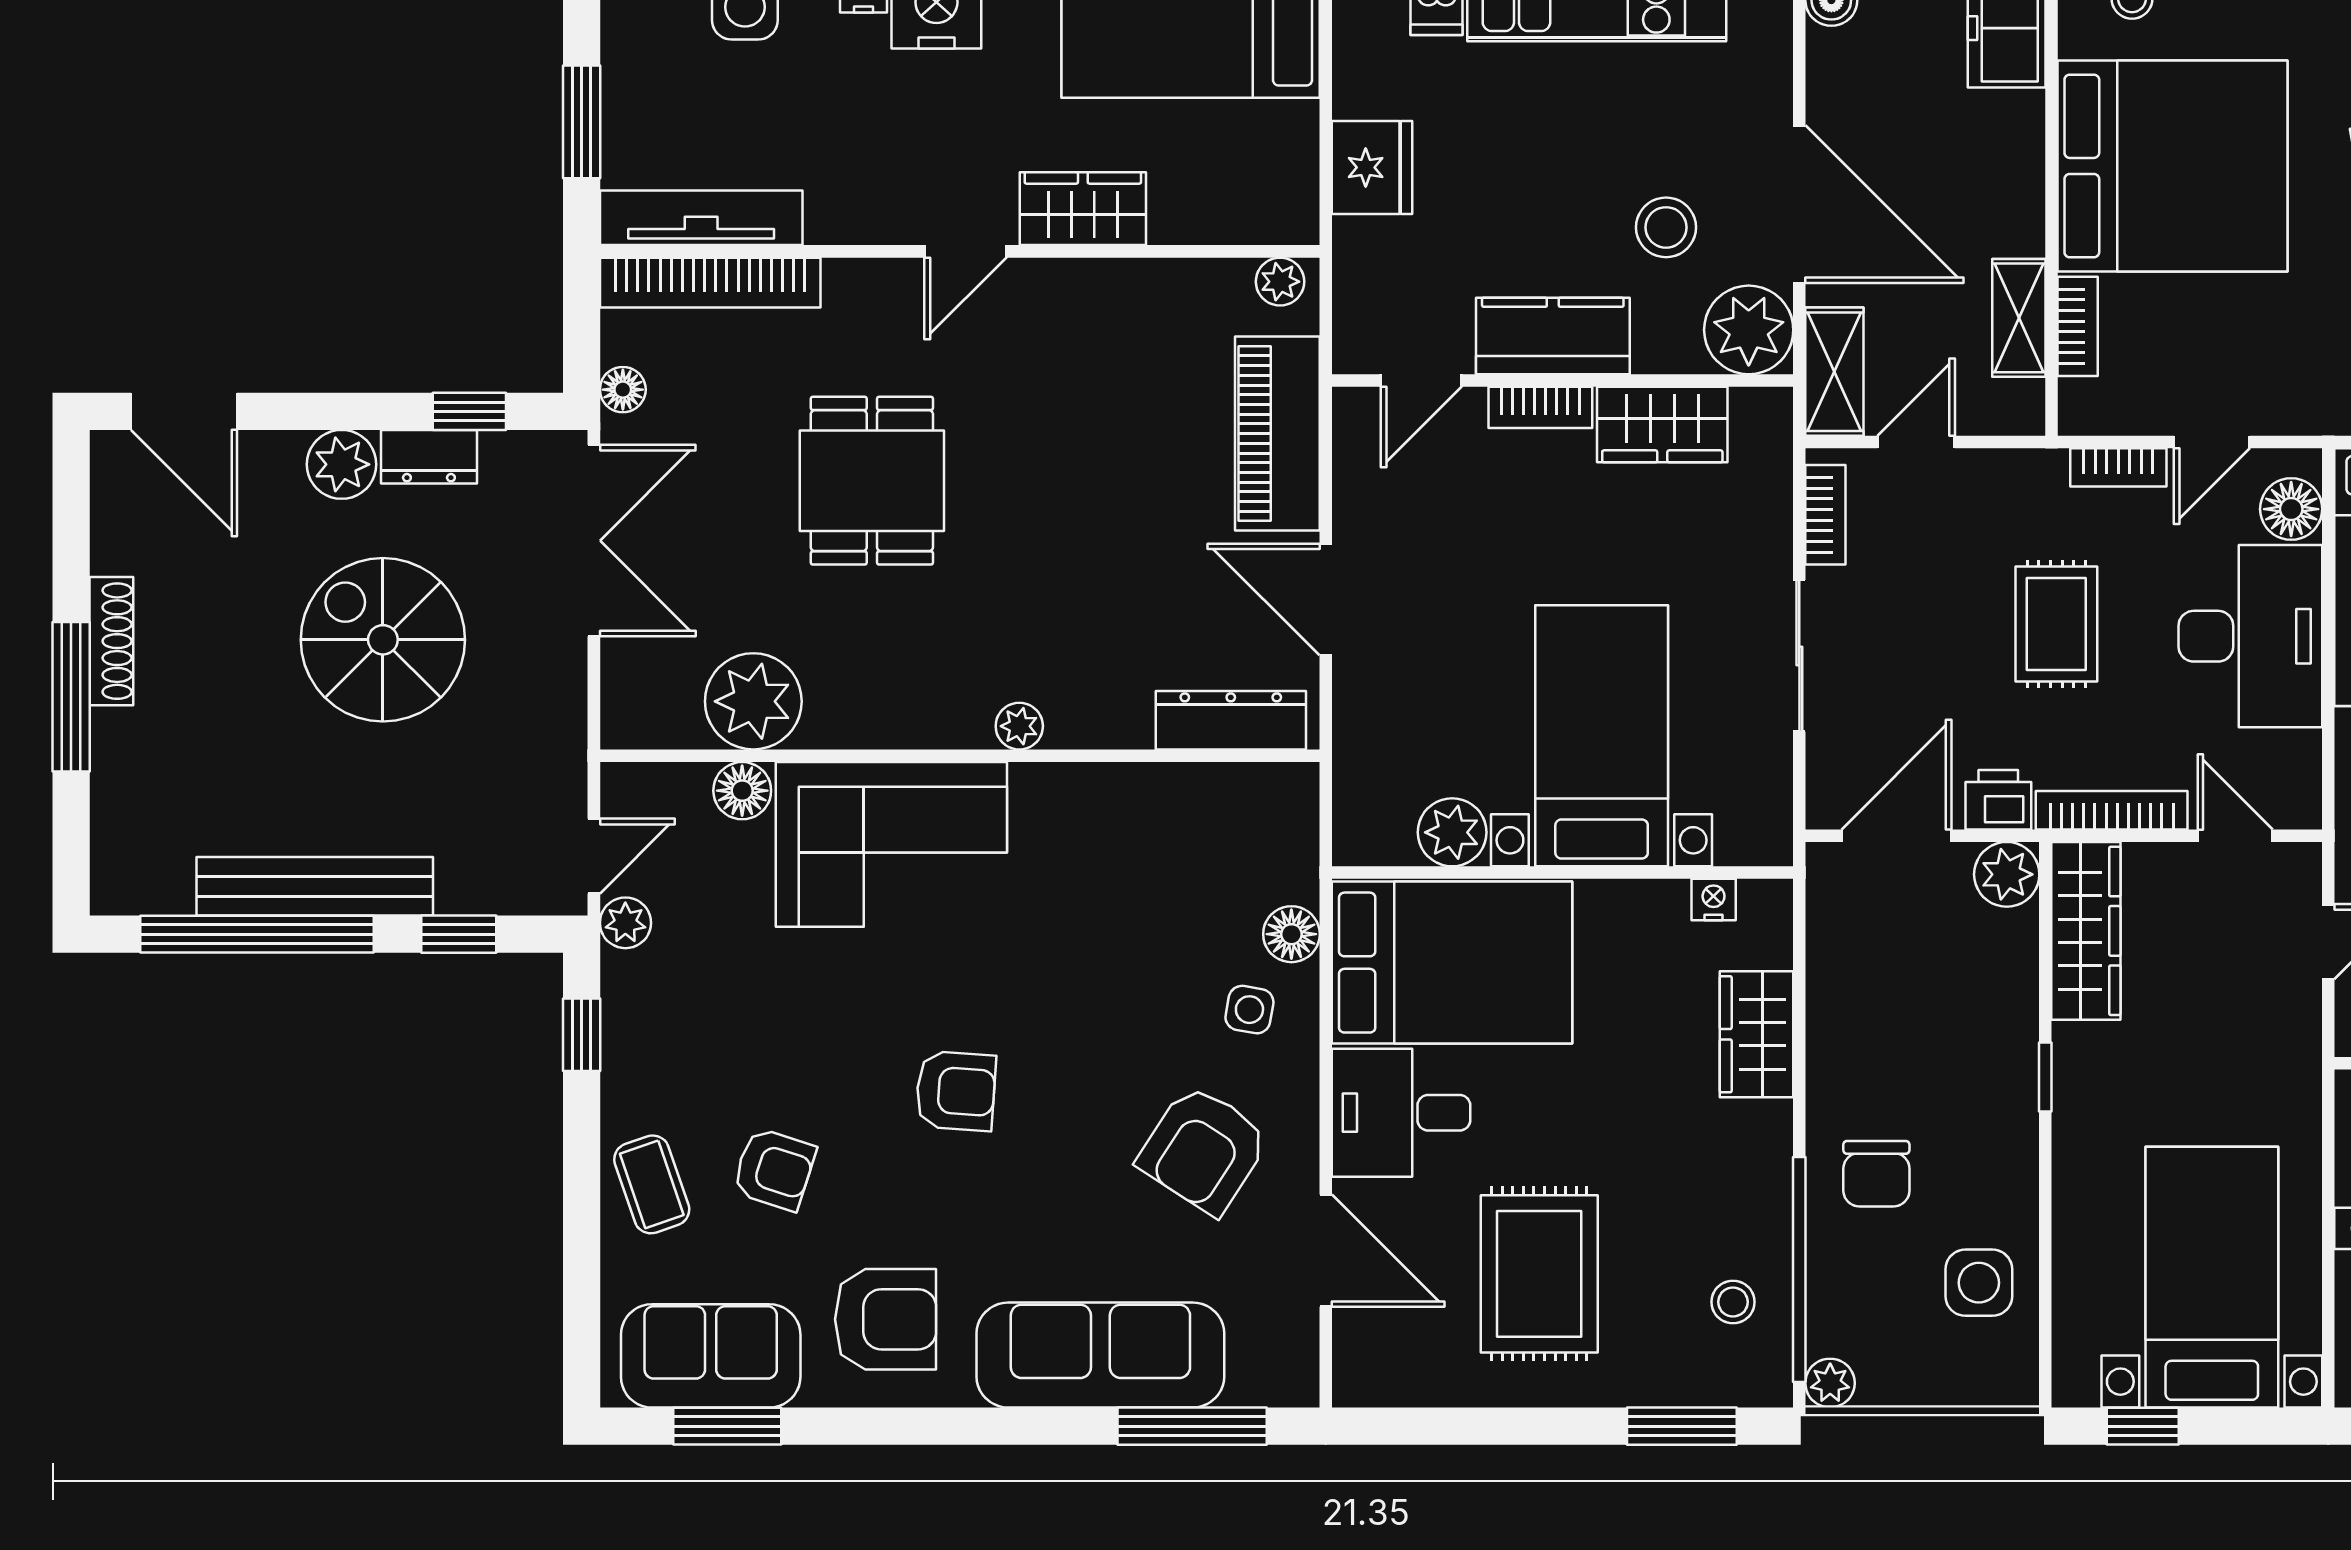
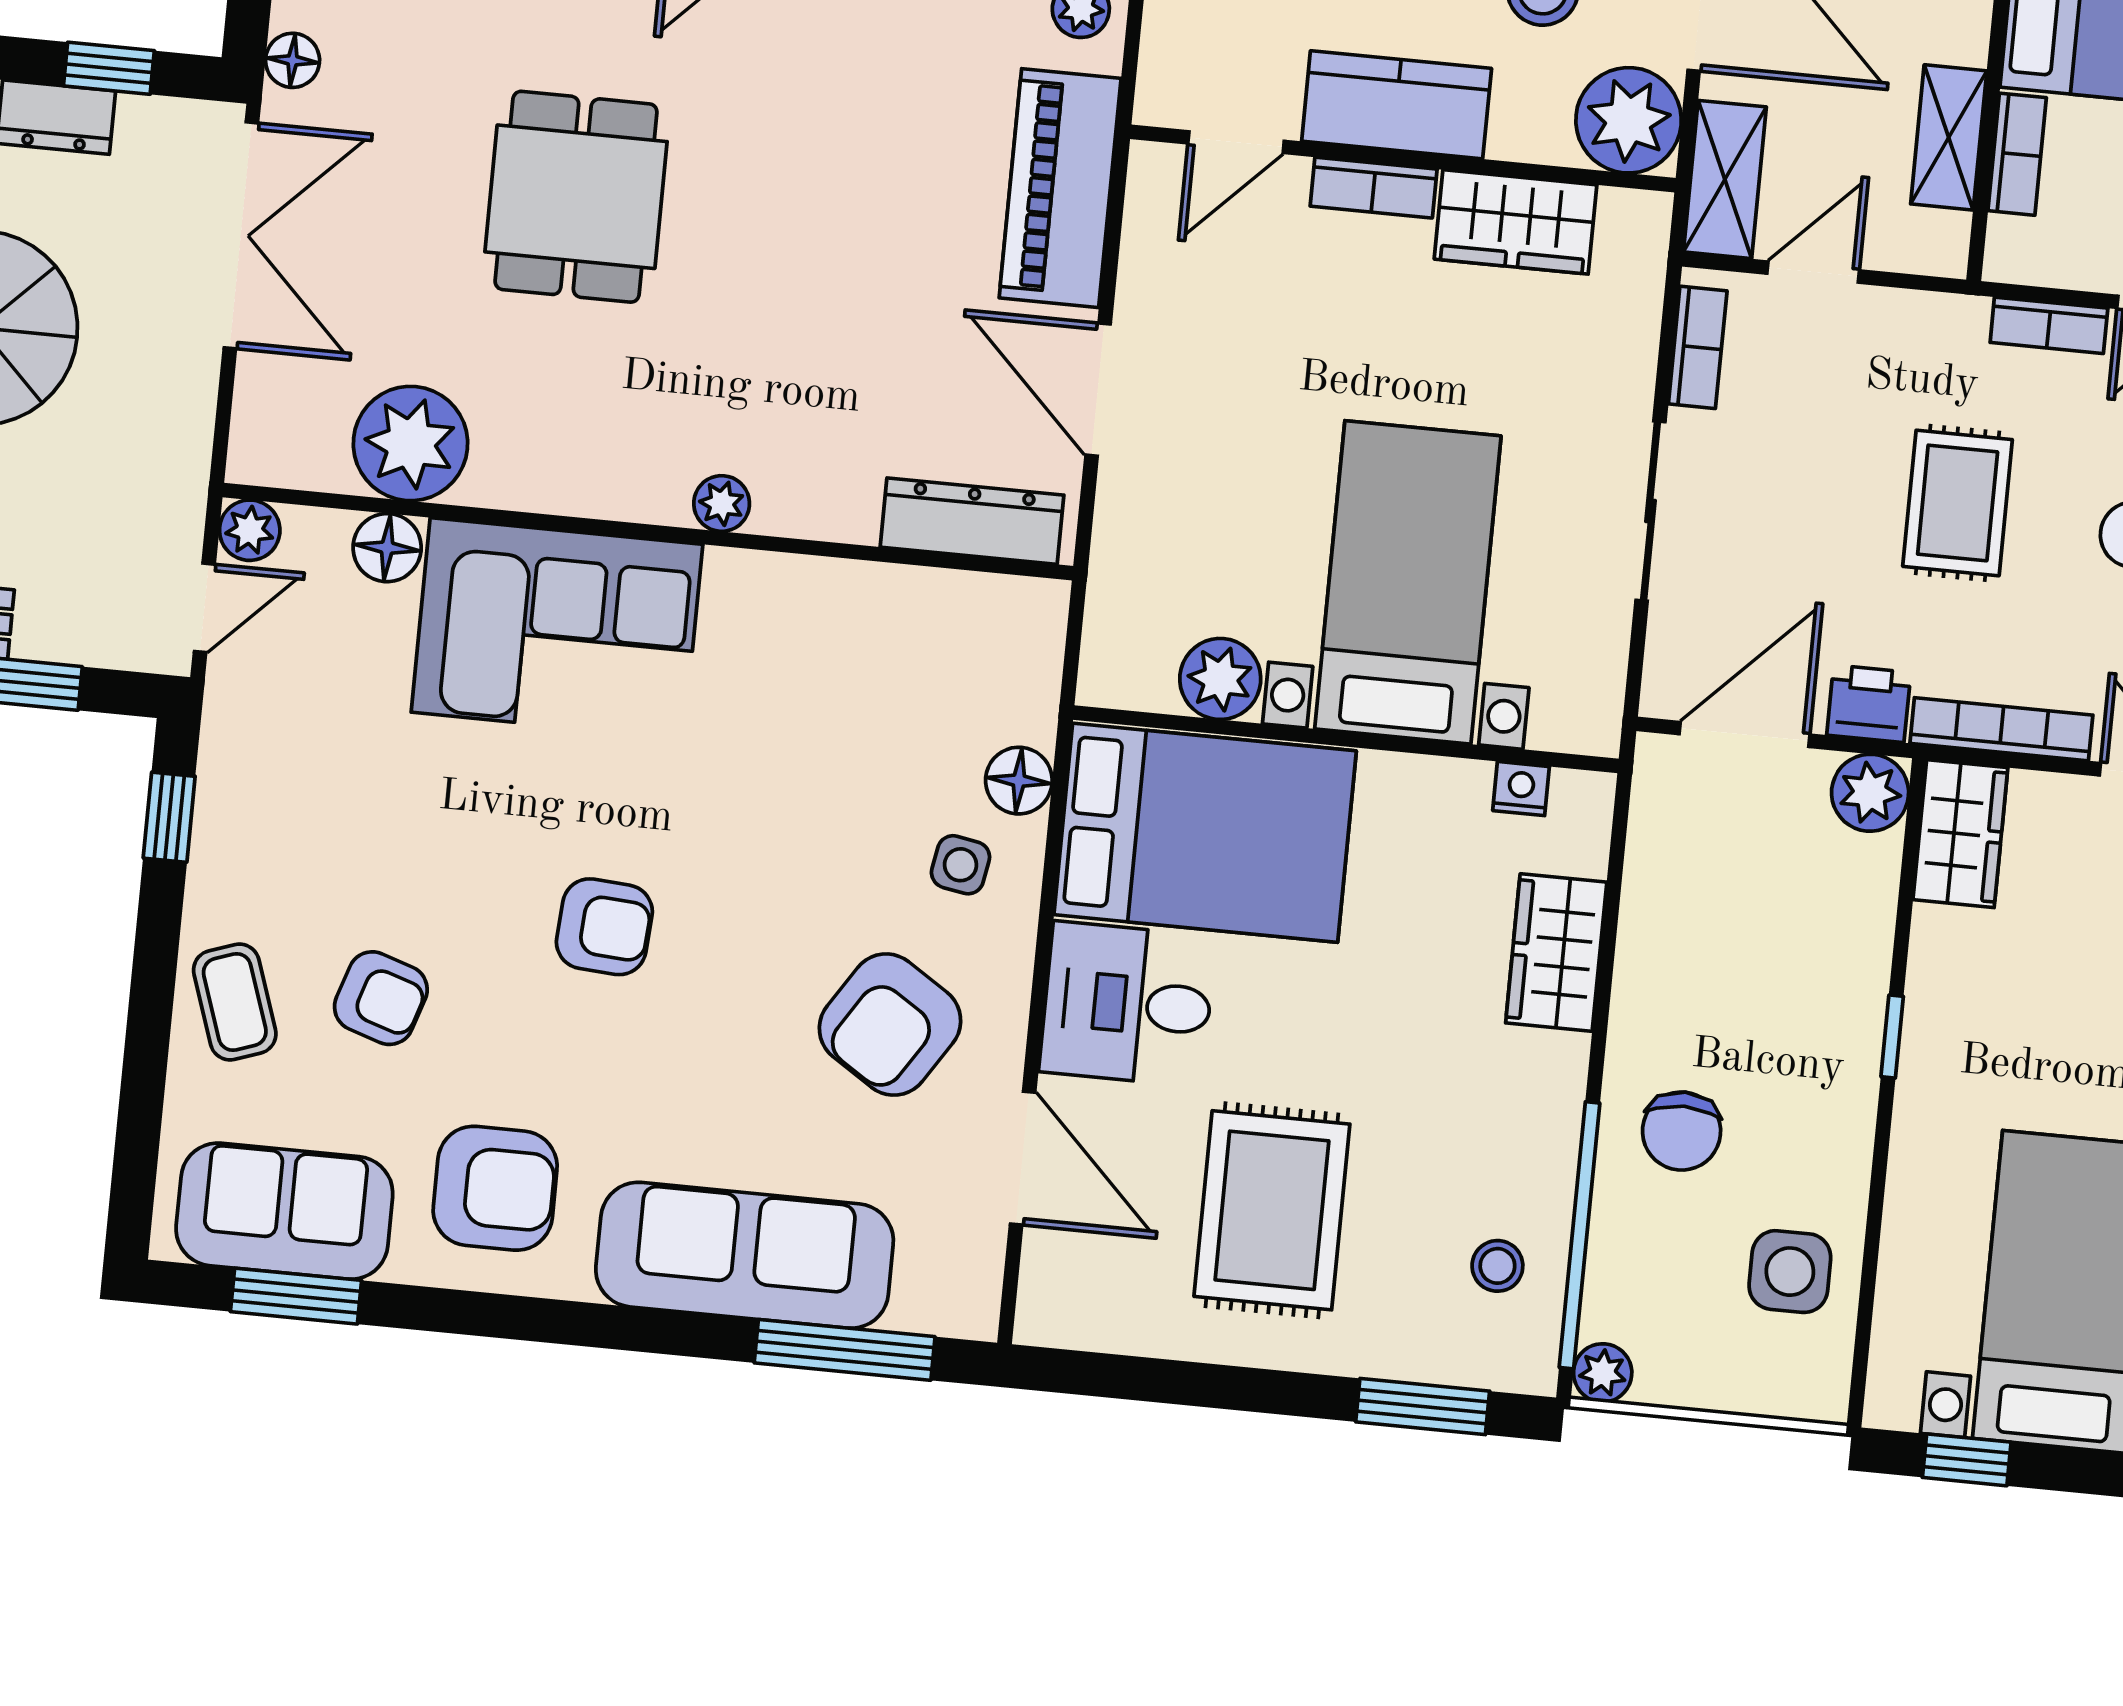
plant: (625, 923) -> (250, 530), moved
wardrobe: (2086, 931) -> (1960, 834), width x0.67

